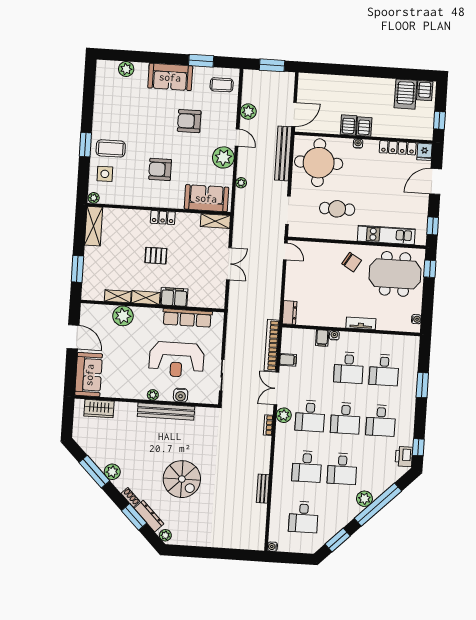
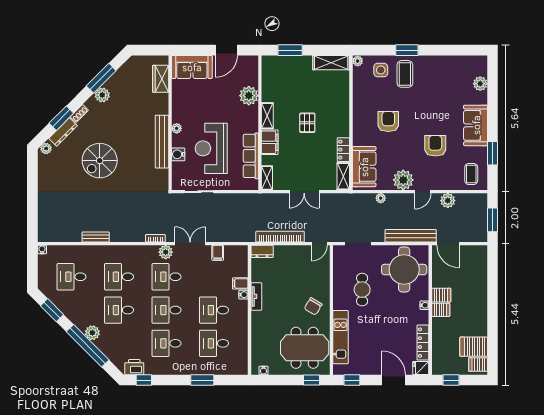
locker: (163, 218) -> (343, 150), moved
meeting table: (395, 274) -> (305, 348), turned 90
shelving: (118, 296) -> (267, 178), moved
tv unit: (361, 323) -> (256, 296), moved
bookcase: (272, 345) -> (280, 237), moved

